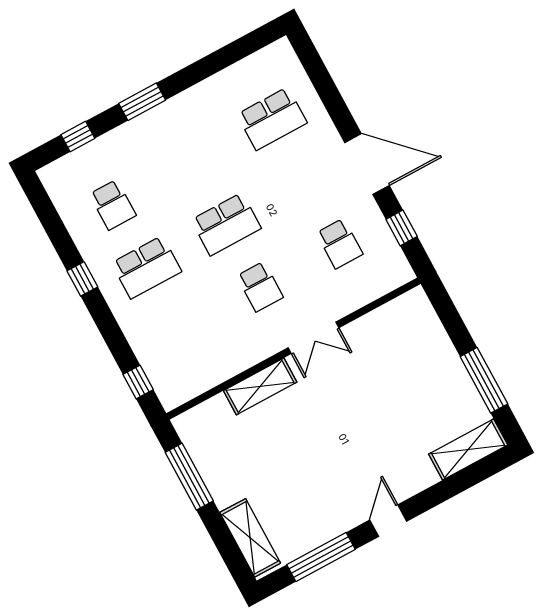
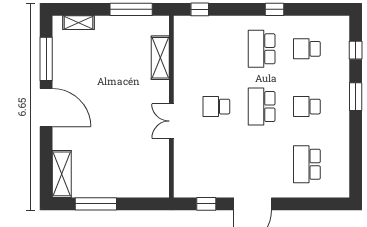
school desk: (340, 244) -> (307, 107), moved
shelving: (260, 386) -> (160, 58), moved
door: (388, 521) -> (46, 108), width x1.87
shelving: (250, 538) -> (78, 23), width x0.67, depth x0.75

